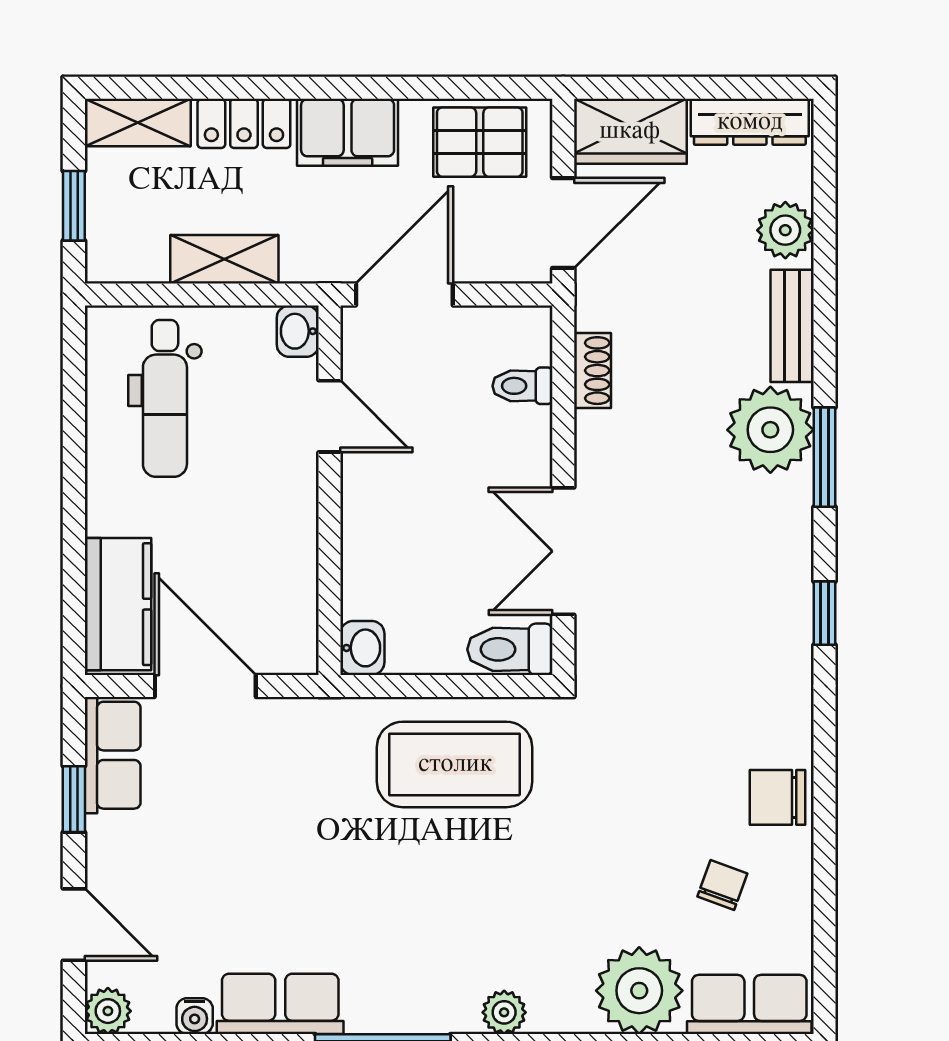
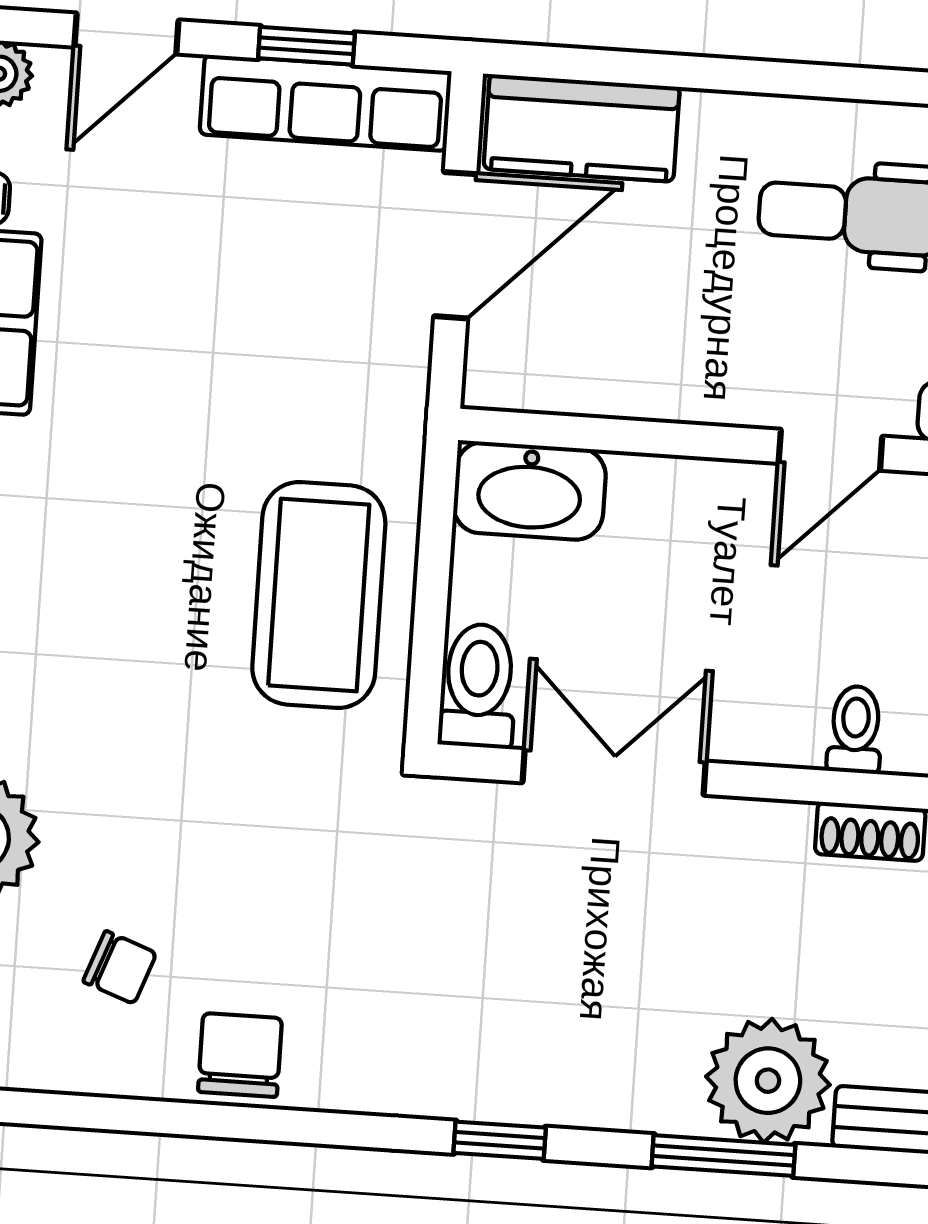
washbasin: (362, 648) -> (530, 491), width x1.91, depth x1.45
row of seats: (113, 755) -> (326, 103), width x1.48

